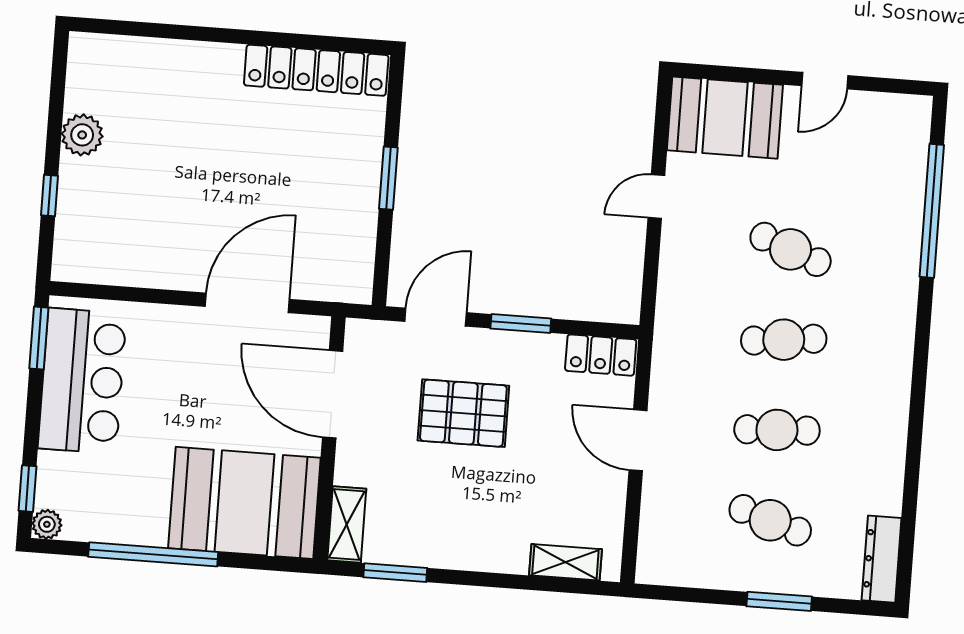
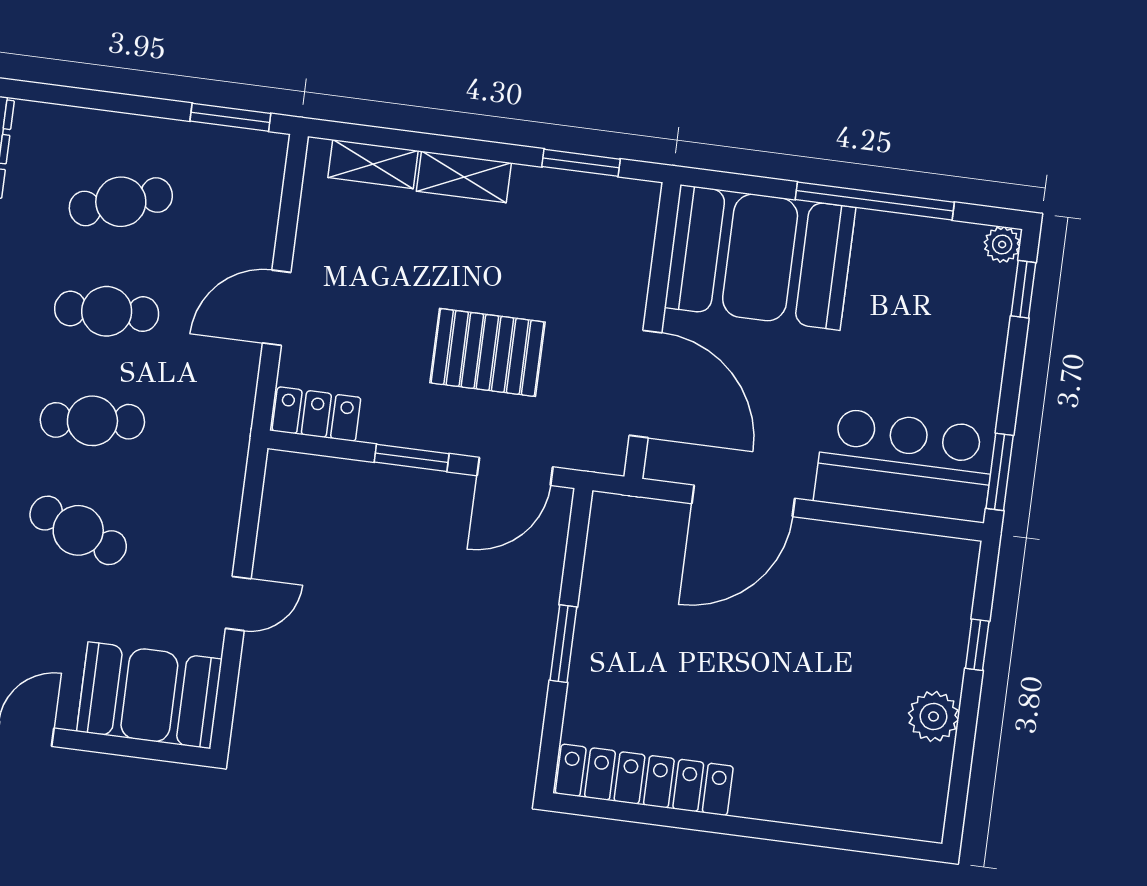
bar counter: (82, 381) -> (905, 465), moved, turned 90
door: (638, 440) -> (277, 308), swing flipped
cafe table: (770, 520) -> (121, 202), turned -36
shelving: (347, 524) -> (464, 177), moved, turned 90
window: (779, 601) -> (230, 117), moved

